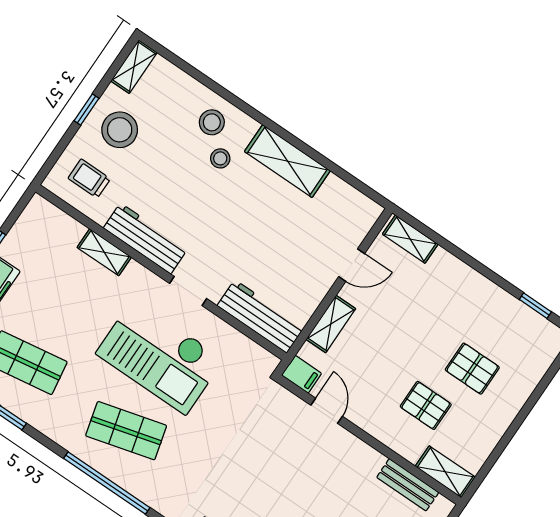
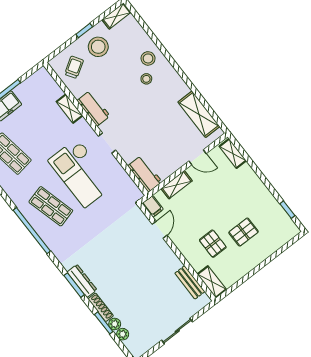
shelving: (287, 161) -> (199, 114), moved
trolley: (89, 179) -> (74, 67), turned 58
workbench: (145, 238) -> (93, 108), width x0.73
workbench: (261, 316) -> (145, 174), width x0.73
pallet: (472, 369) -> (244, 232), turned 90

